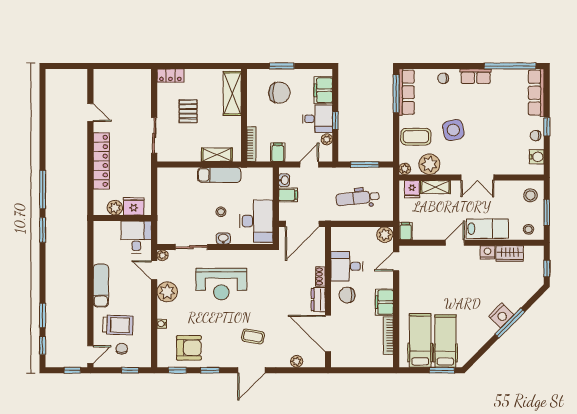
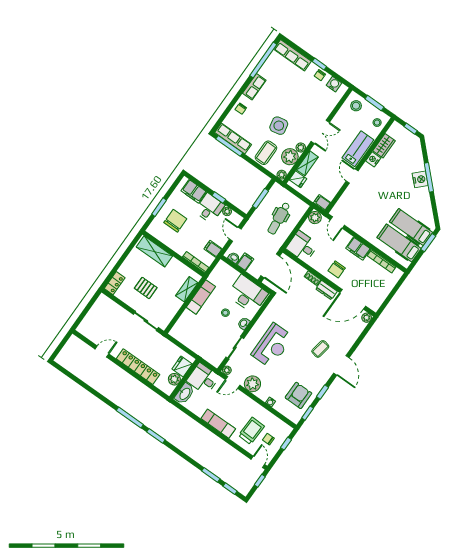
plant: (447, 169) -> (301, 148), added
washbasin: (107, 229) -> (185, 394), added
desk: (347, 266) -> (302, 246), moved, turned 90
plant: (297, 361) -> (367, 318), moved

